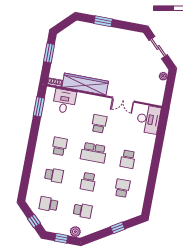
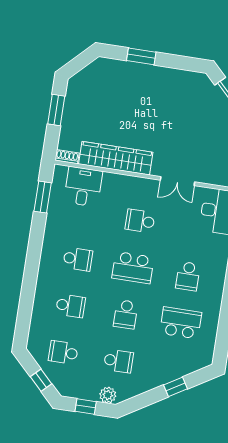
school desk: (99, 124) -> (140, 221), turned -90
school desk: (59, 146) -> (78, 259), turned 90
school desk: (122, 188) -> (181, 323), width x1.85

